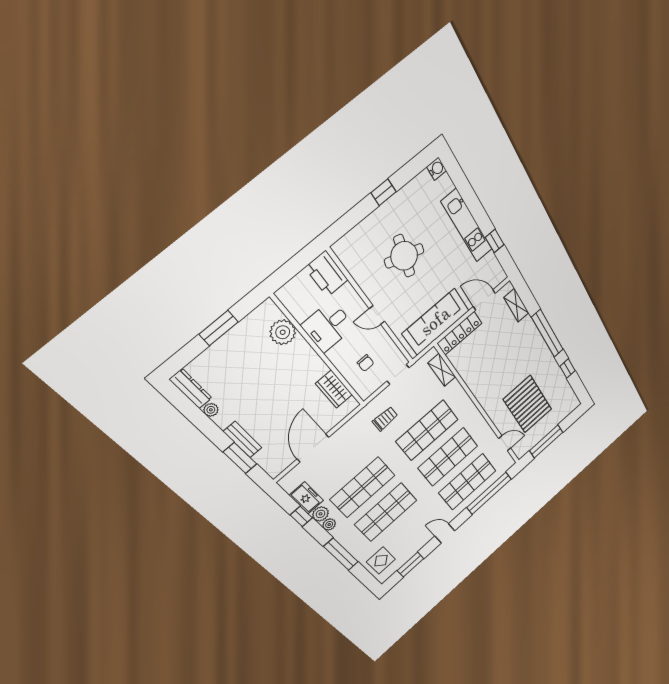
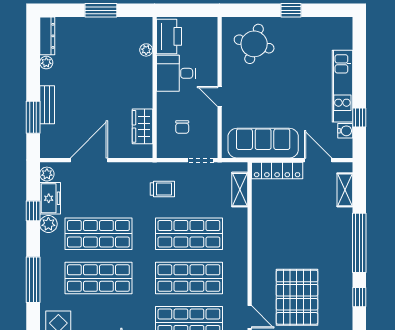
water cooler: (436, 169) -> (345, 131), moved
round table: (404, 256) -> (254, 44), moved
printer: (327, 274) -> (169, 36), moved, turned 180
plant: (283, 332) -> (146, 50), width x0.53, depth x0.53
plant: (329, 524) -> (47, 174), moved

